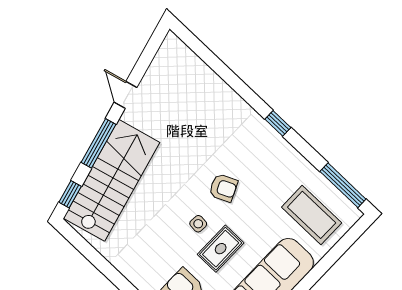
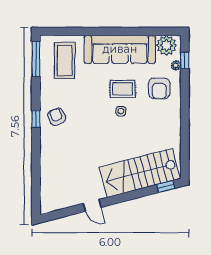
door: (126, 95) -> (92, 205), hinge flipped
window: (98, 143) -> (128, 196), removed
armchair: (223, 188) -> (57, 117), moved

